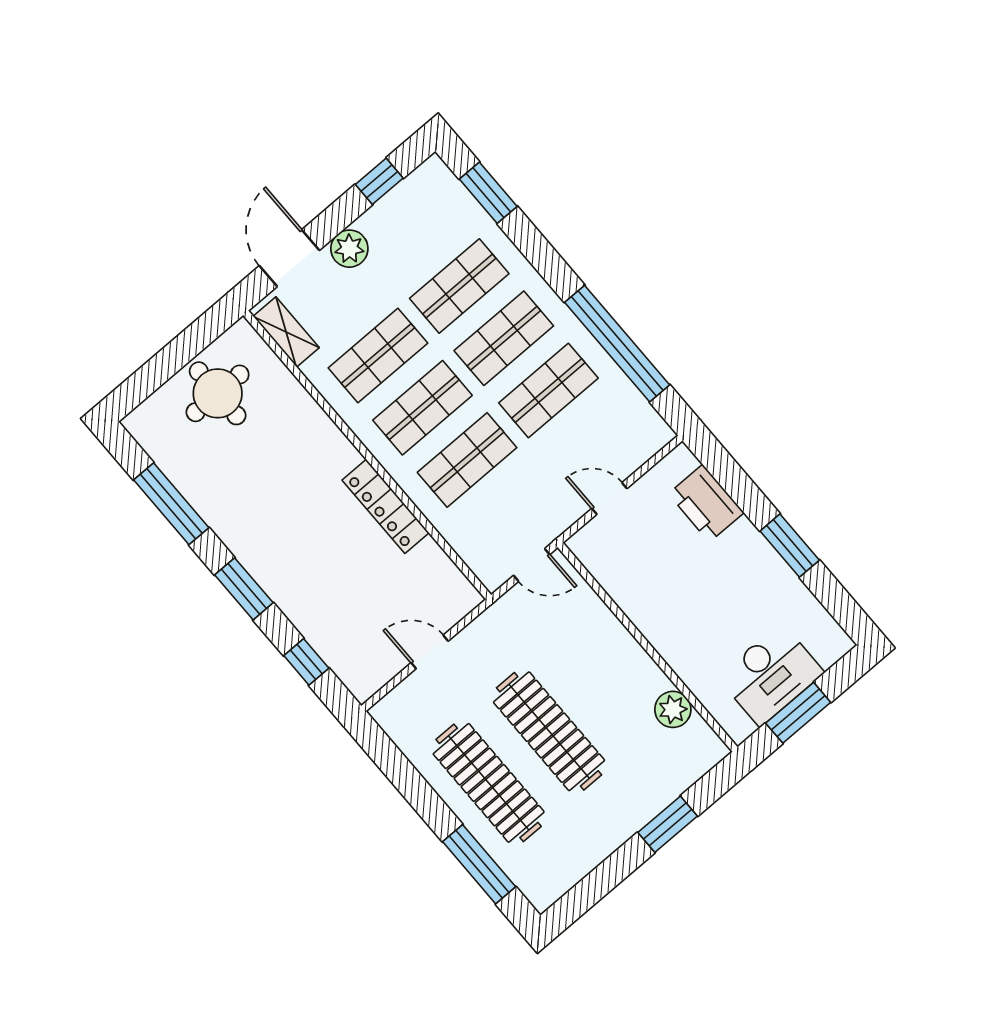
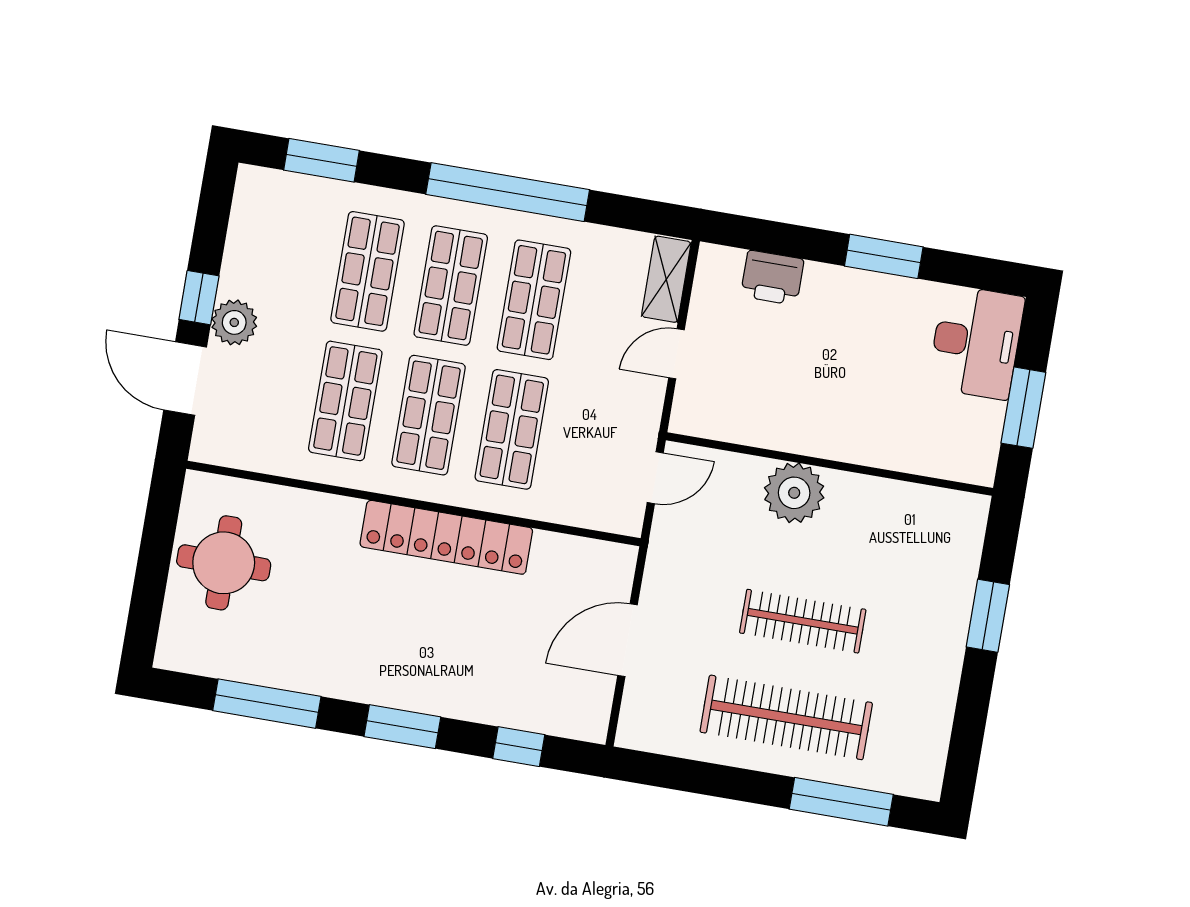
window: (379, 181) -> (199, 298), moved
shelving: (286, 332) -> (666, 279), moved, turned 90
window: (617, 344) -> (508, 192), moved
printer: (706, 503) -> (772, 278), width x0.73, depth x0.84
locker: (386, 506) -> (446, 537), width x1.41, depth x1.21
door: (430, 652) -> (628, 640), width x1.38
desk: (771, 675) -> (976, 342), moved
plant: (673, 709) -> (794, 493), moved, width x1.36, depth x1.36
clothes rail: (549, 731) -> (803, 621), width x0.73, depth x0.76

